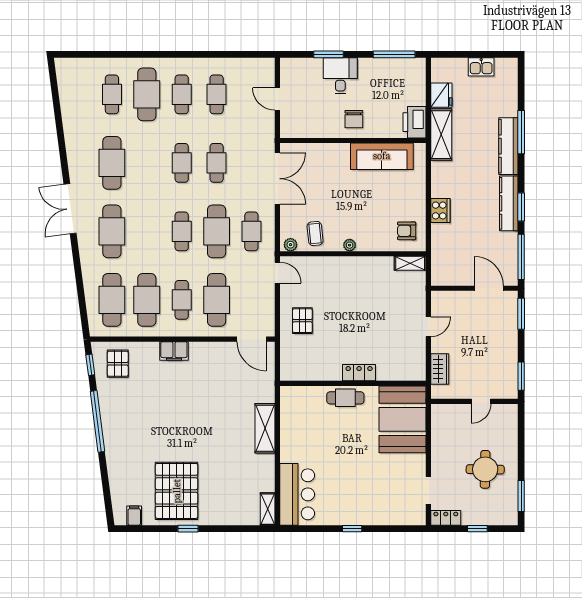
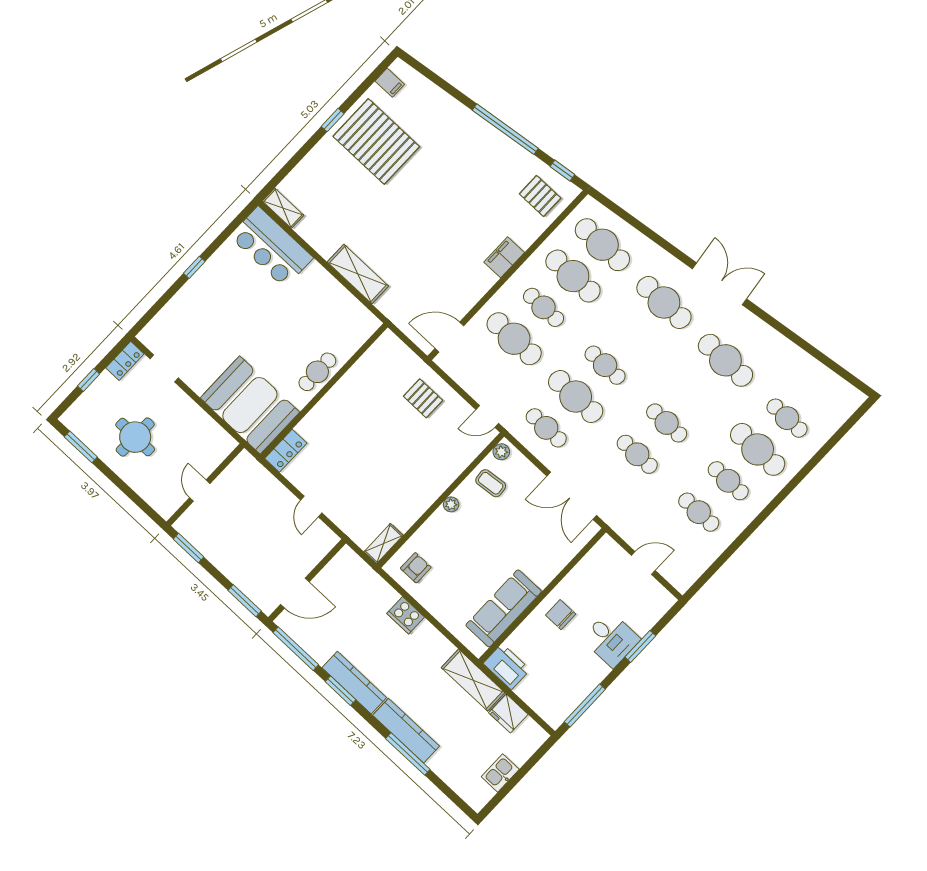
wardrobe: (440, 369) -> (264, 481), removed
locker: (359, 373) -> (286, 451), moved

